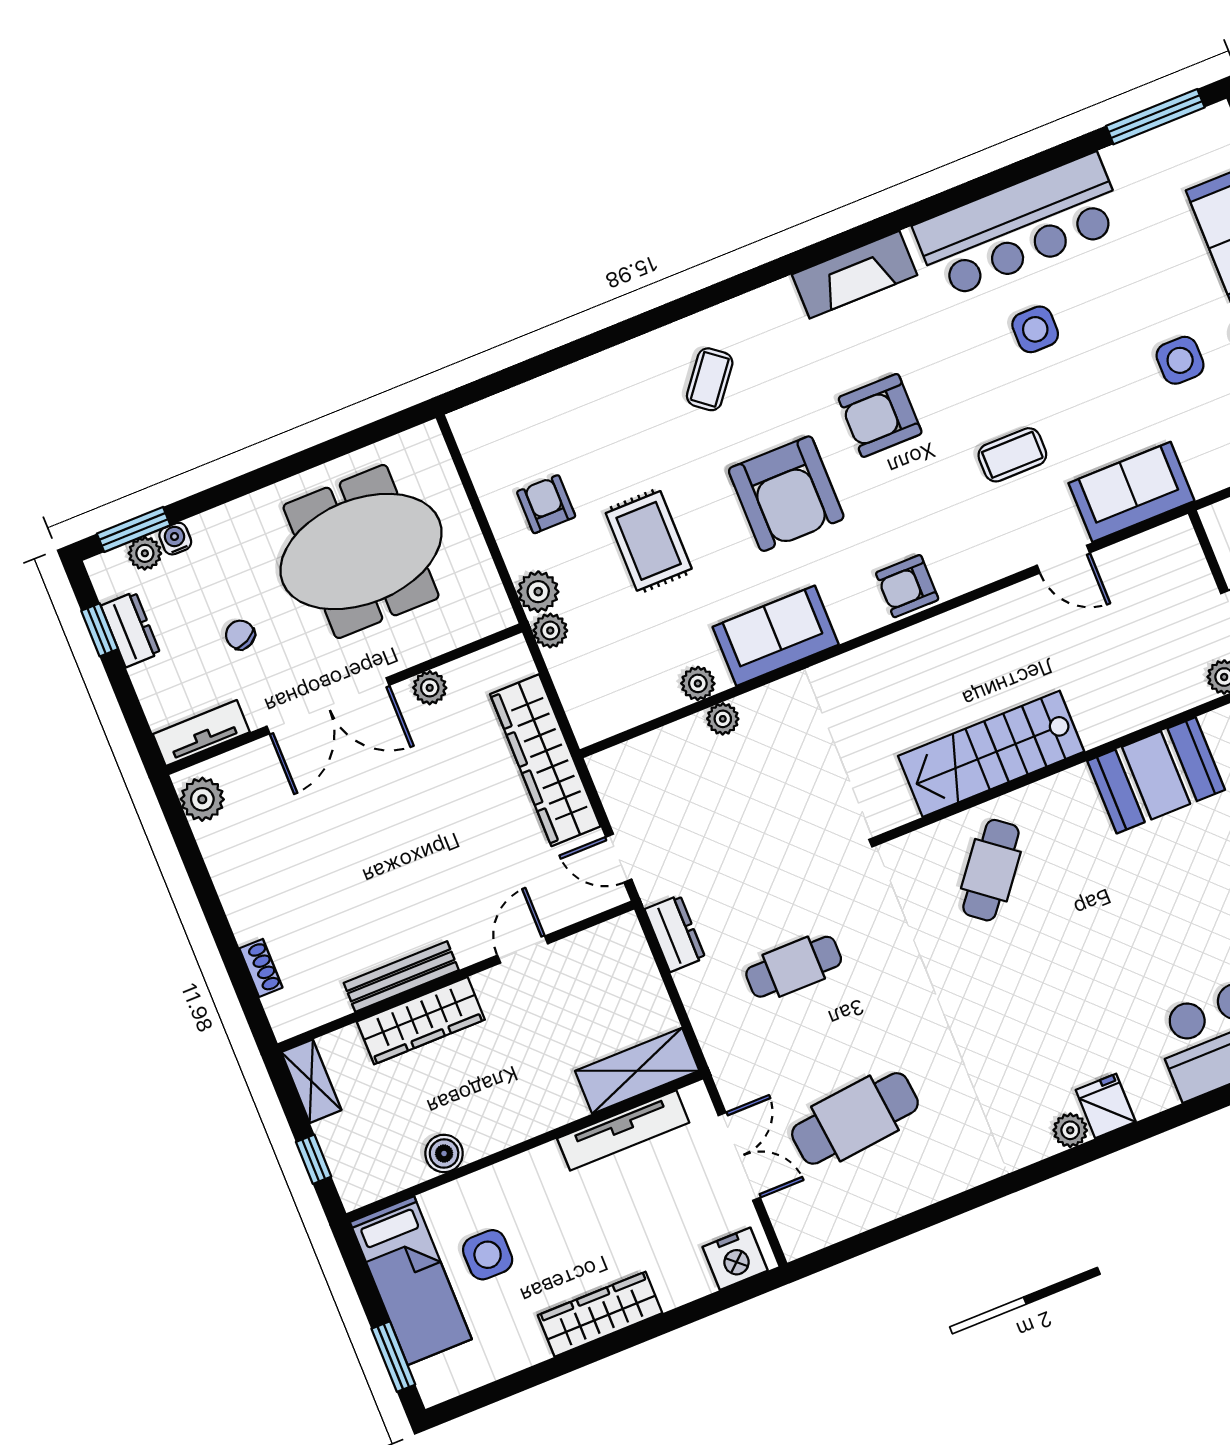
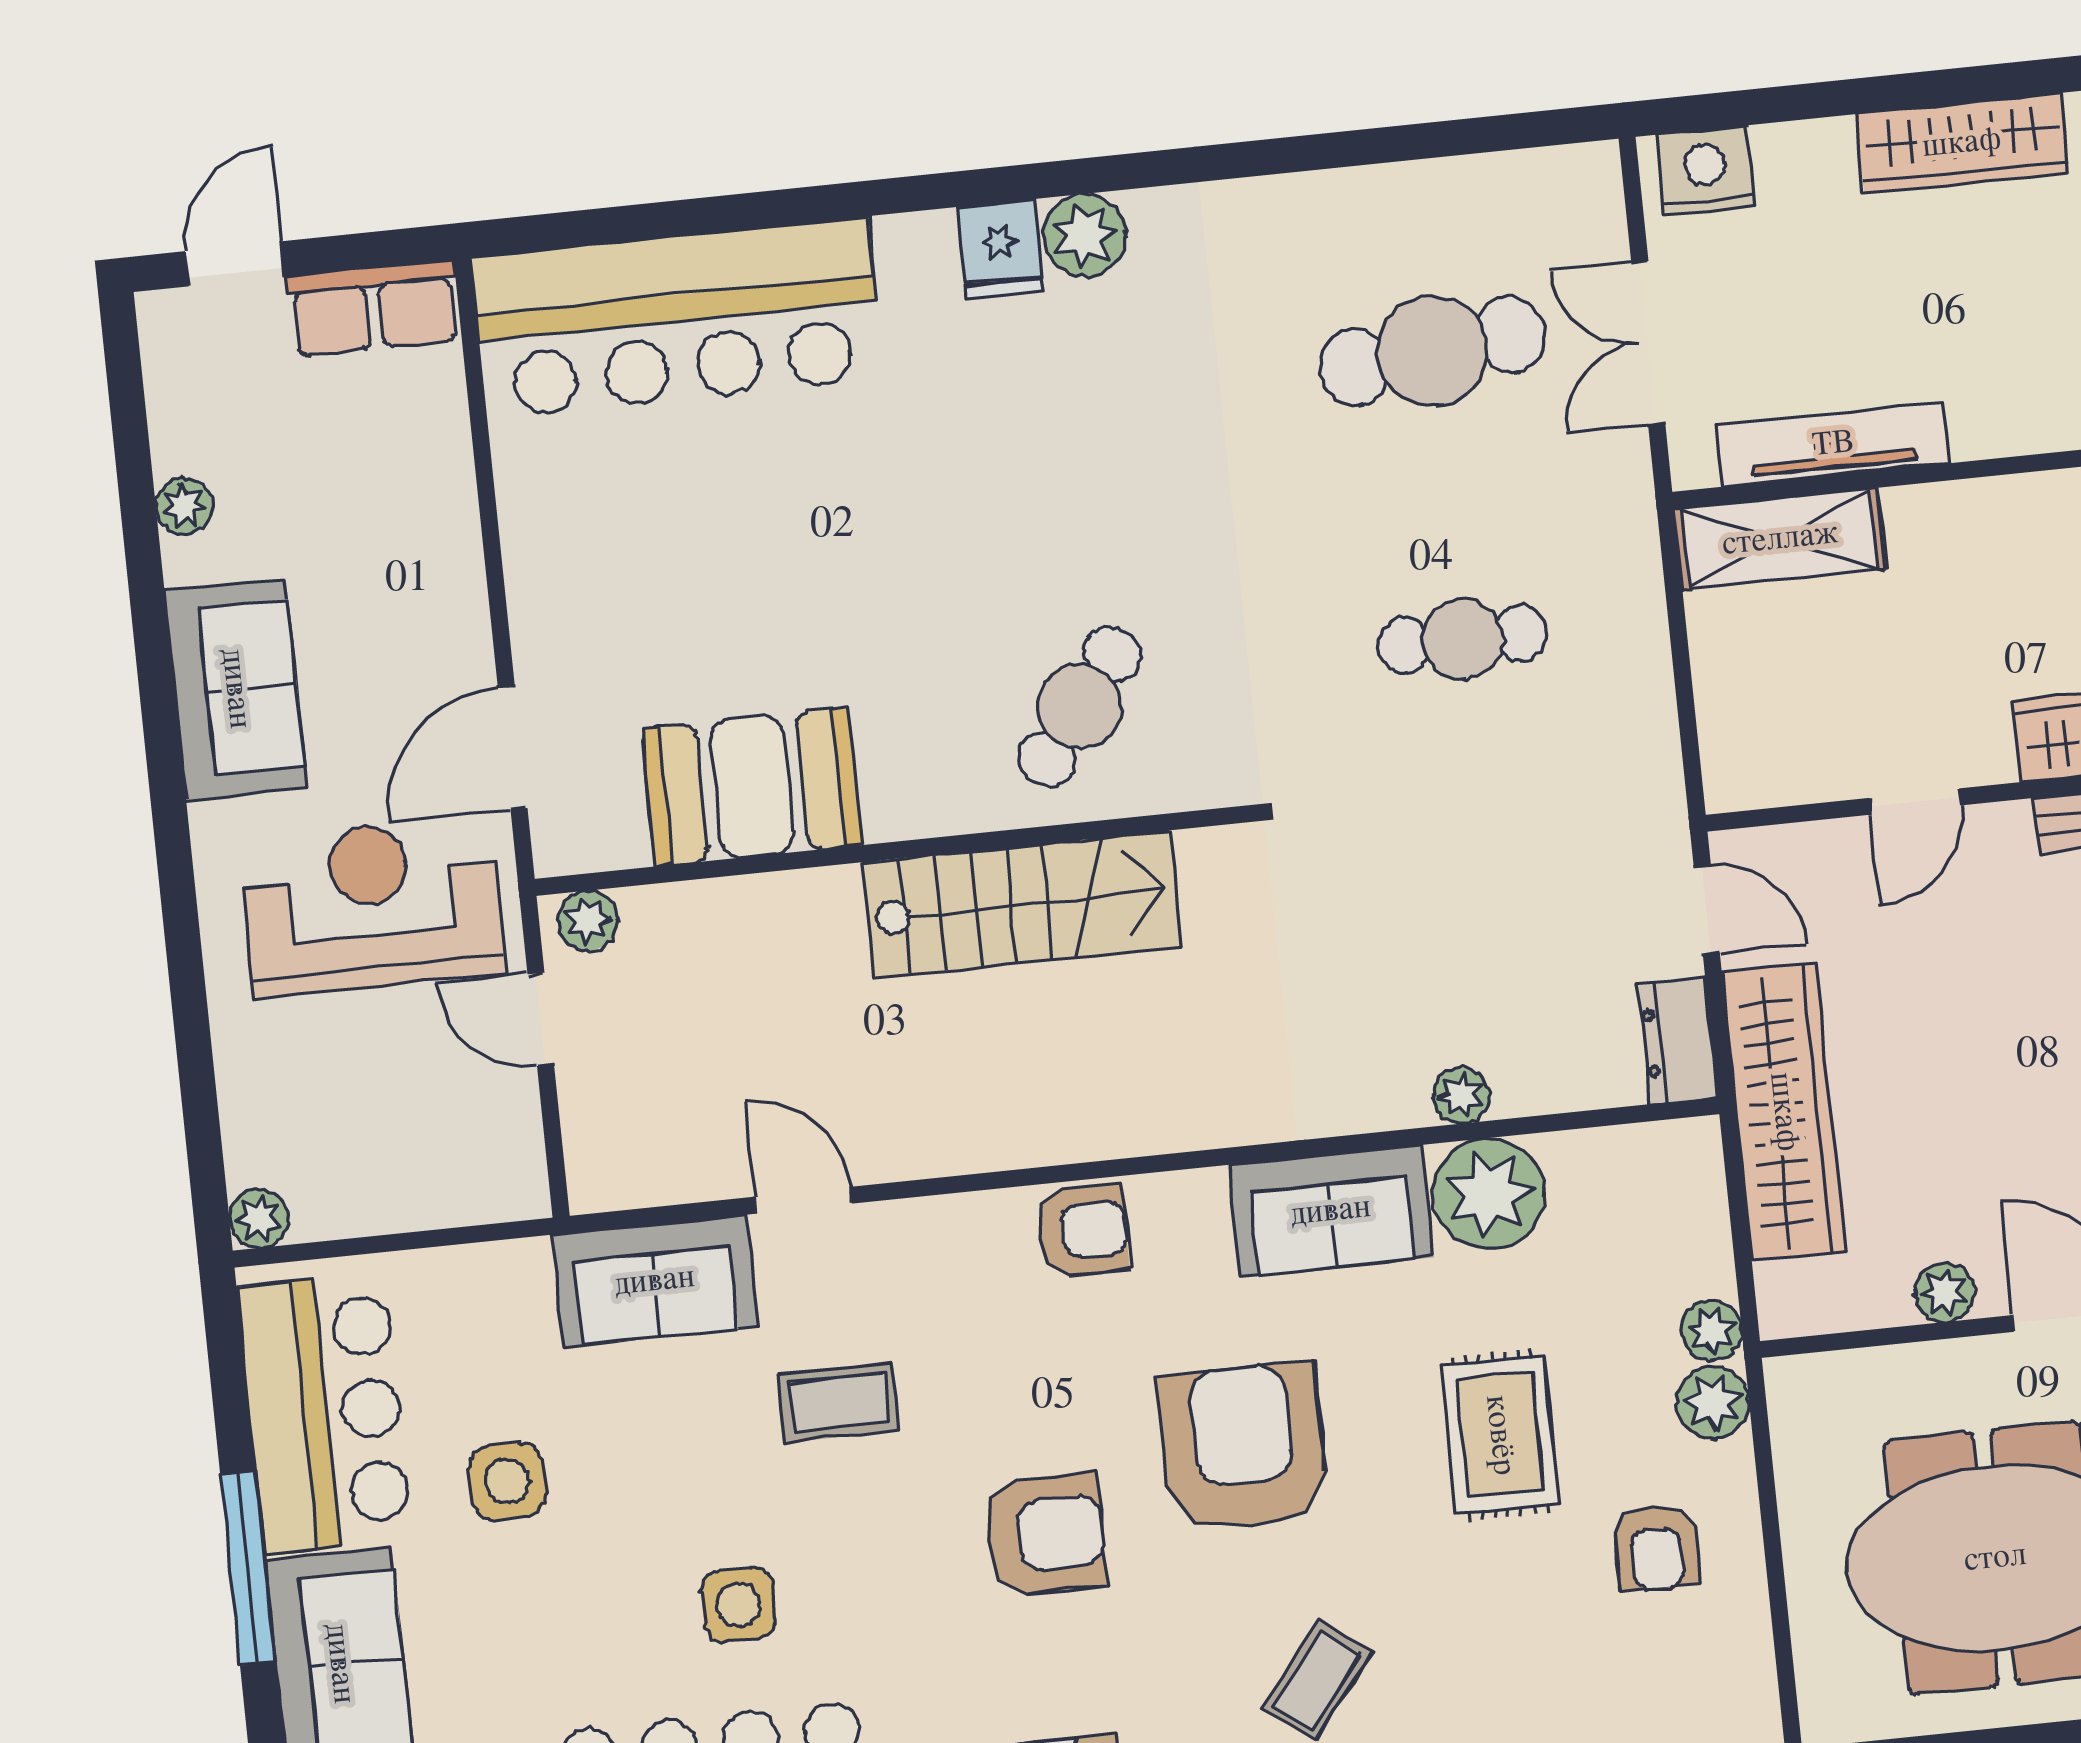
plant: (698, 683) -> (1489, 1194), width x1.88, depth x1.88
dresser: (675, 933) -> (1678, 1041), moved
plant: (1070, 1130) -> (1085, 235), width x1.38, depth x1.38

